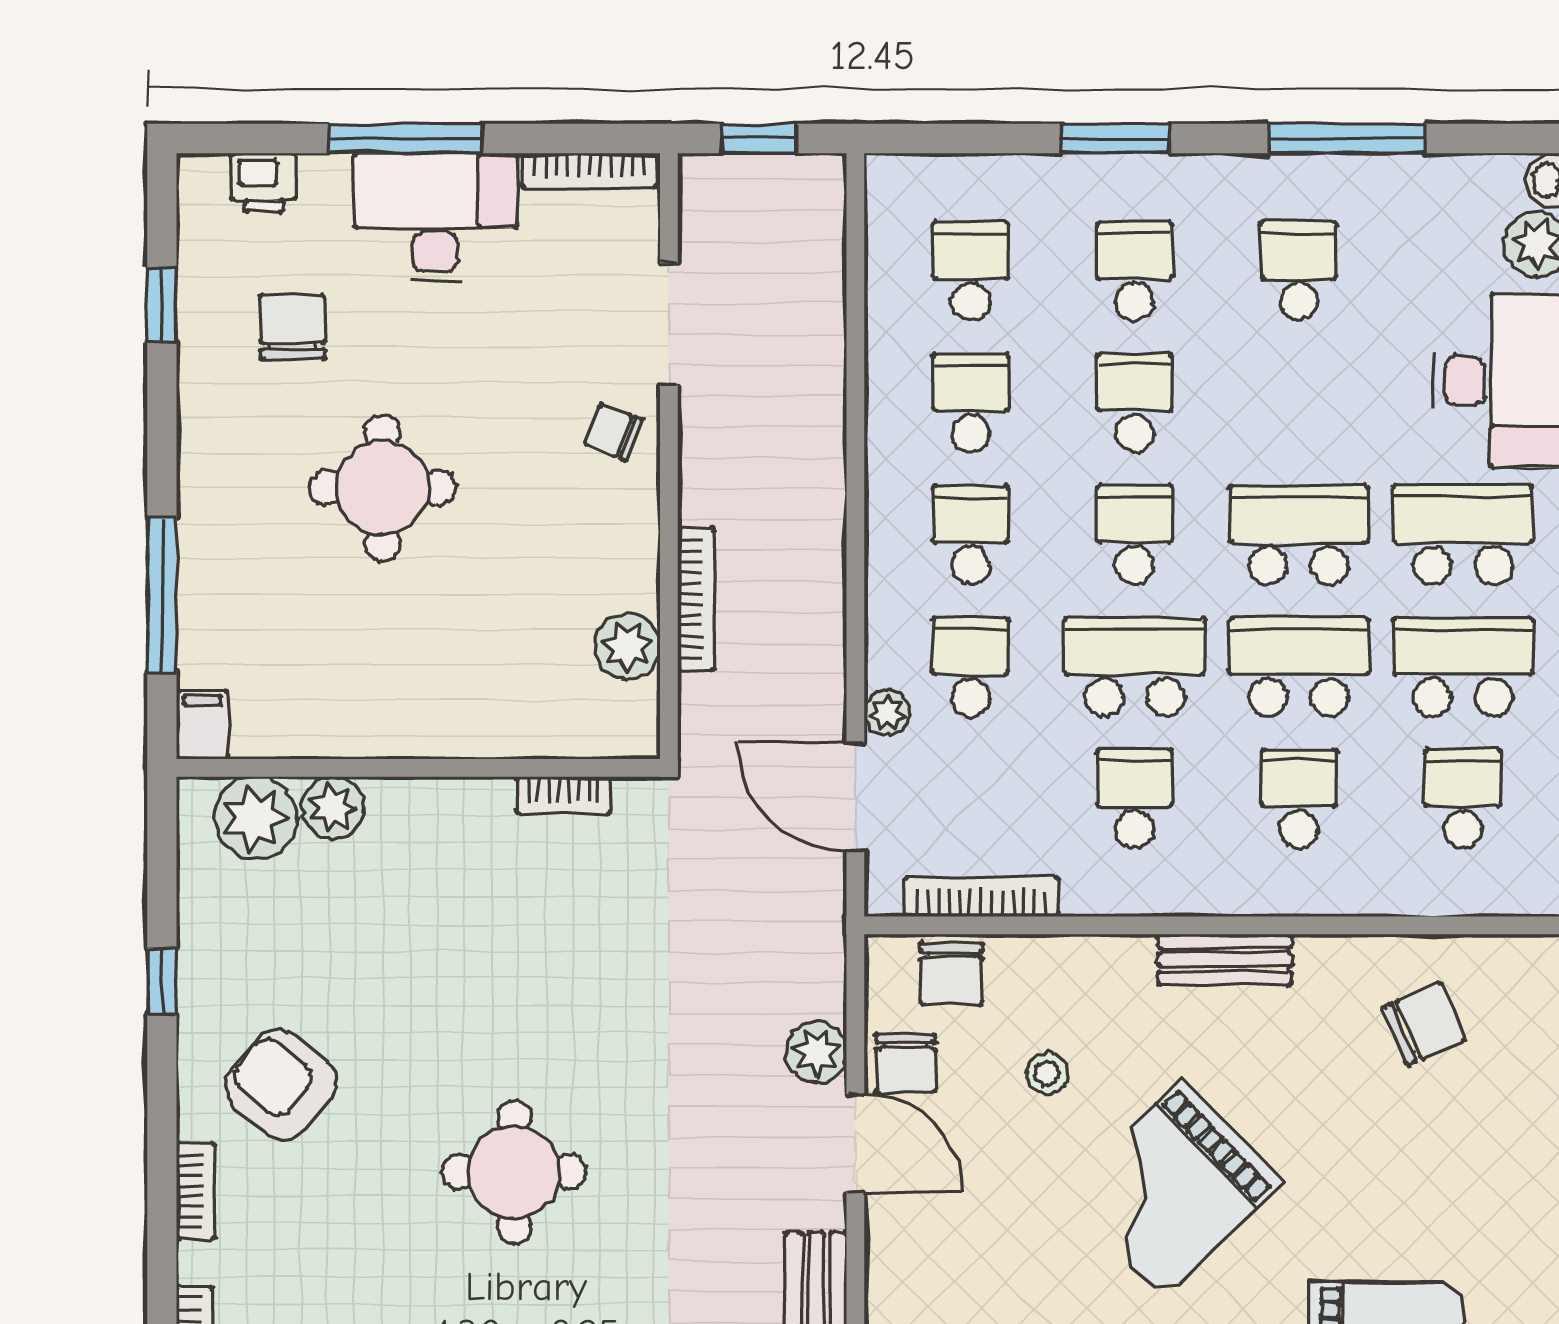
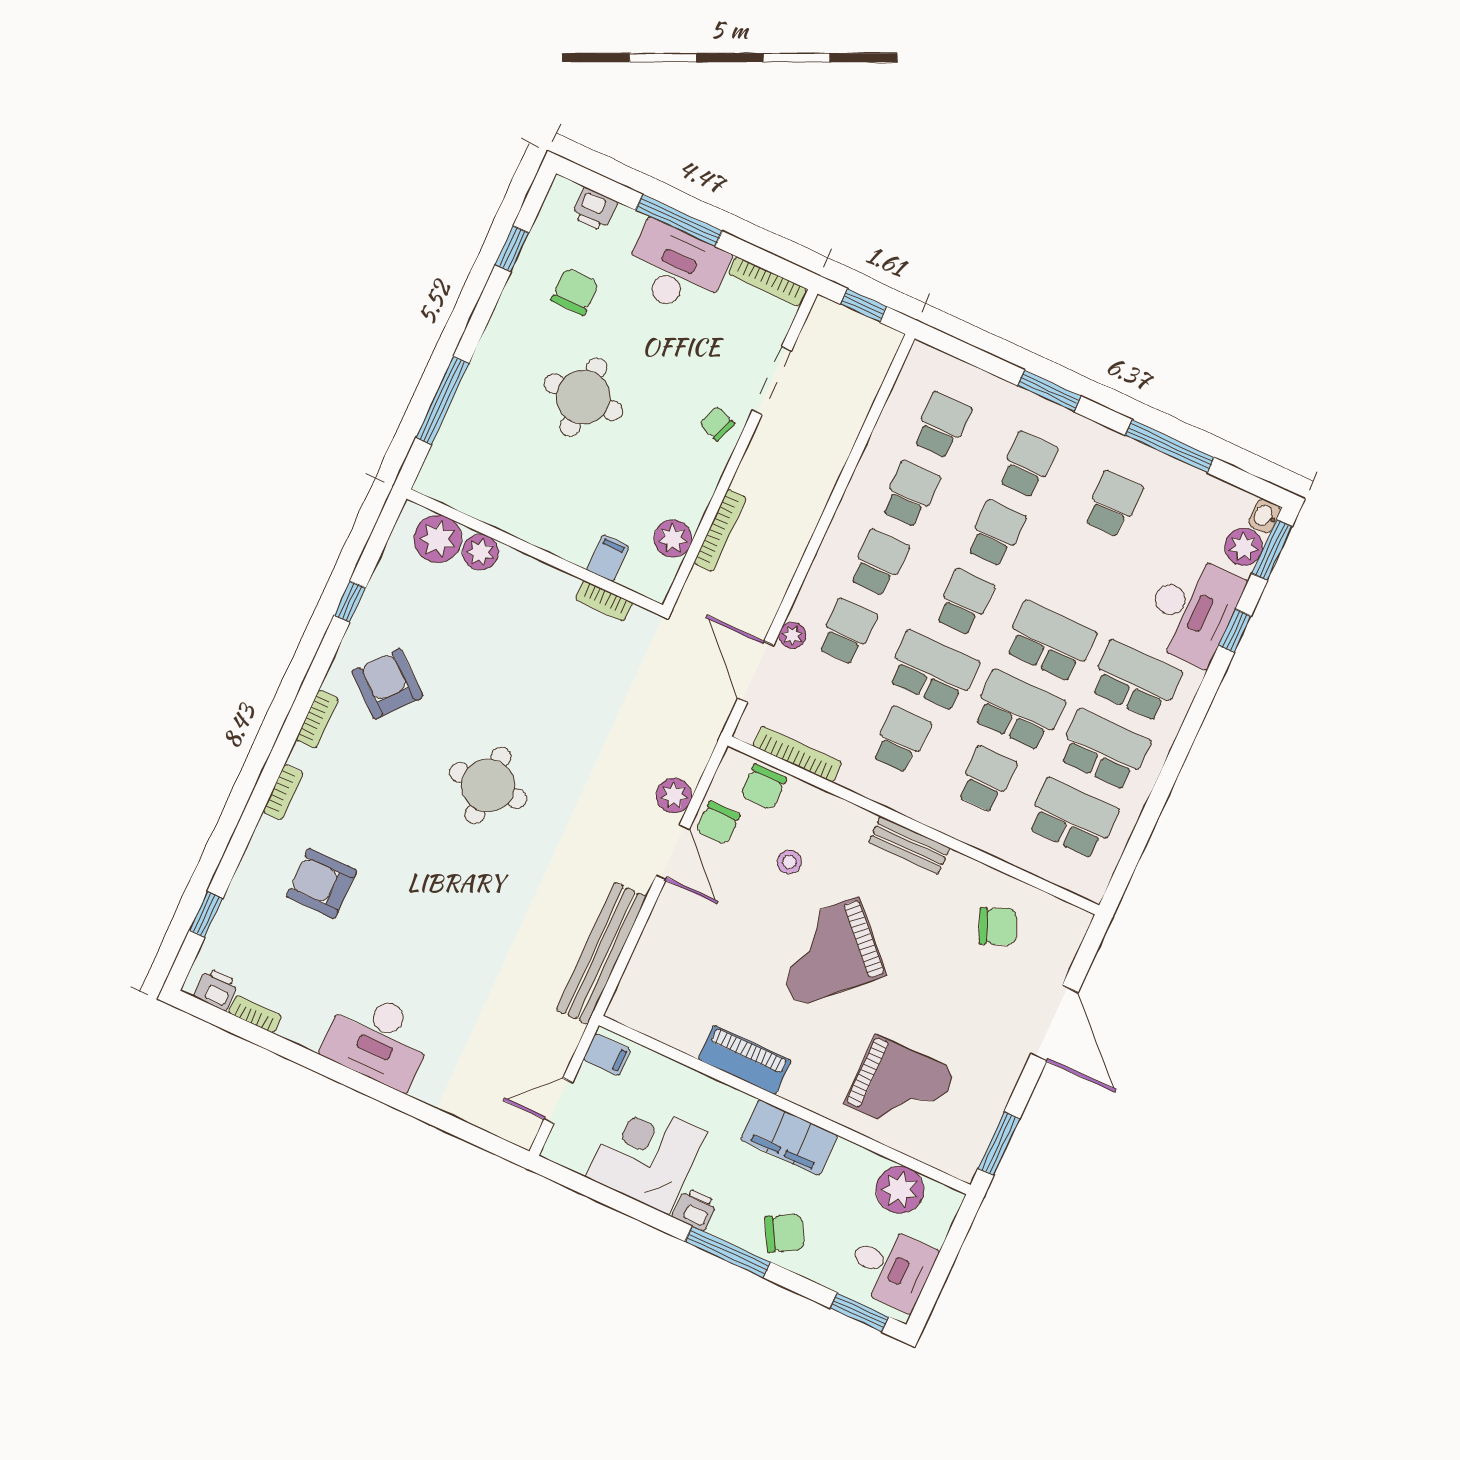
filing cabinet: (202, 725) -> (608, 558), moved
school desk: (1463, 799) -> (1072, 818), width x1.85

